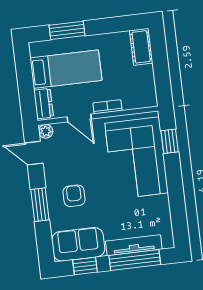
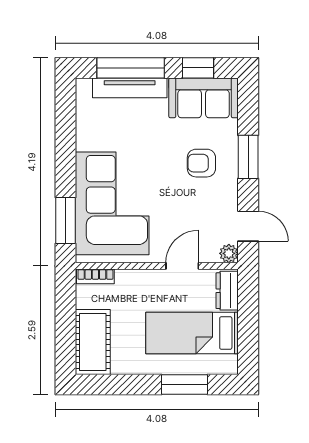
cot: (141, 47) -> (93, 342), width x1.37, depth x1.34
bookcase: (107, 107) -> (95, 276), moved
door: (79, 118) -> (182, 266), hinge flipped
window: (170, 141) -> (66, 220), width x1.50
armchair: (74, 196) -> (201, 163), turned 90

